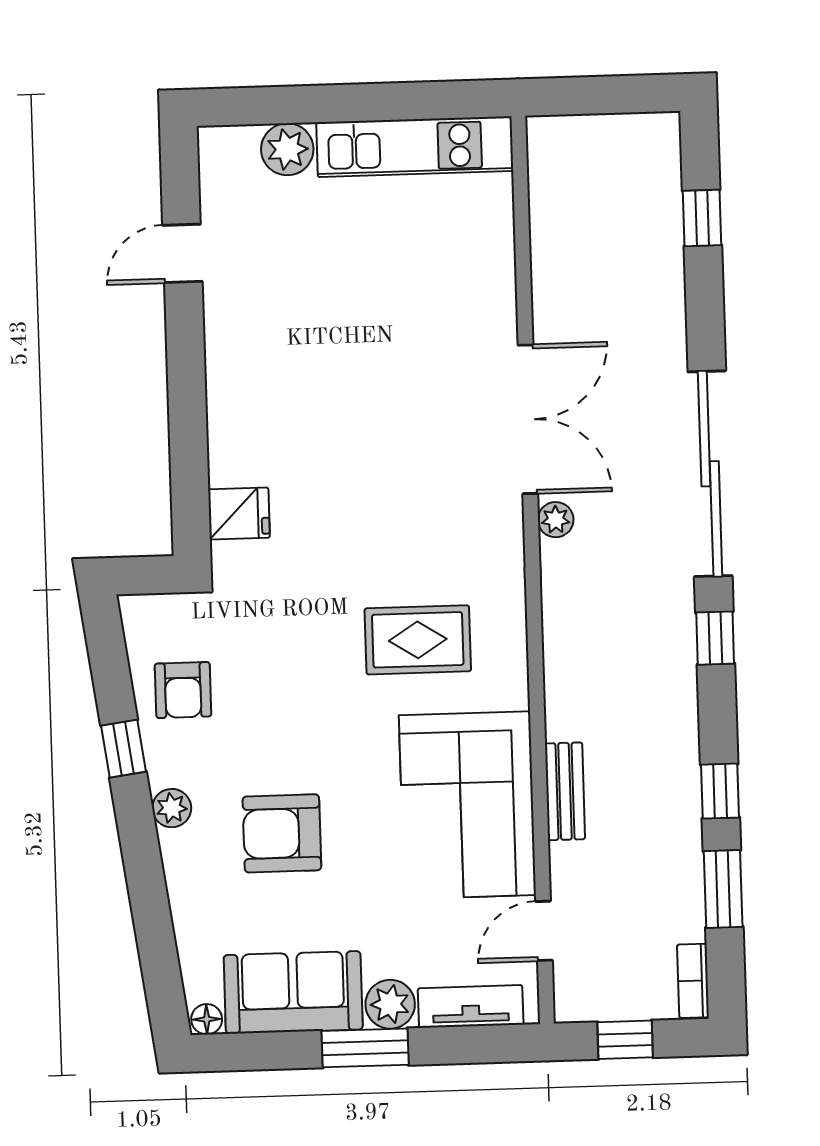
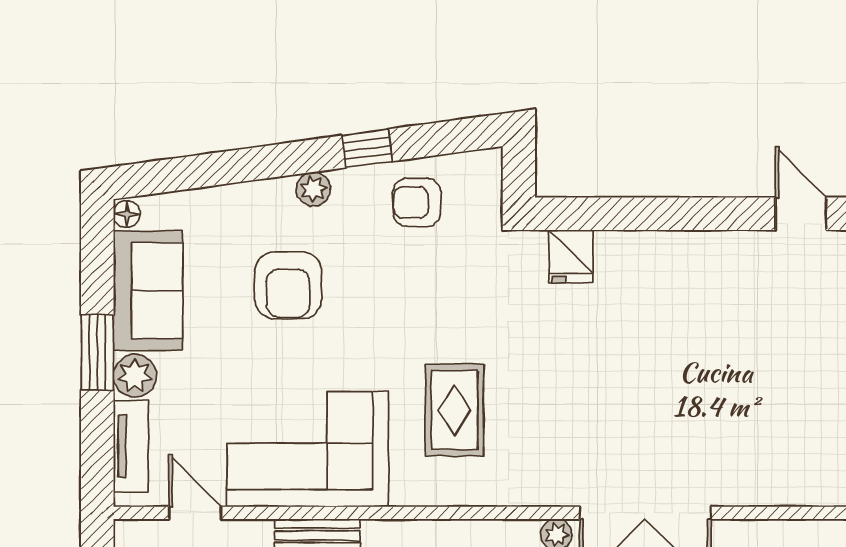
armchair: (282, 833) -> (288, 285), turned 180

